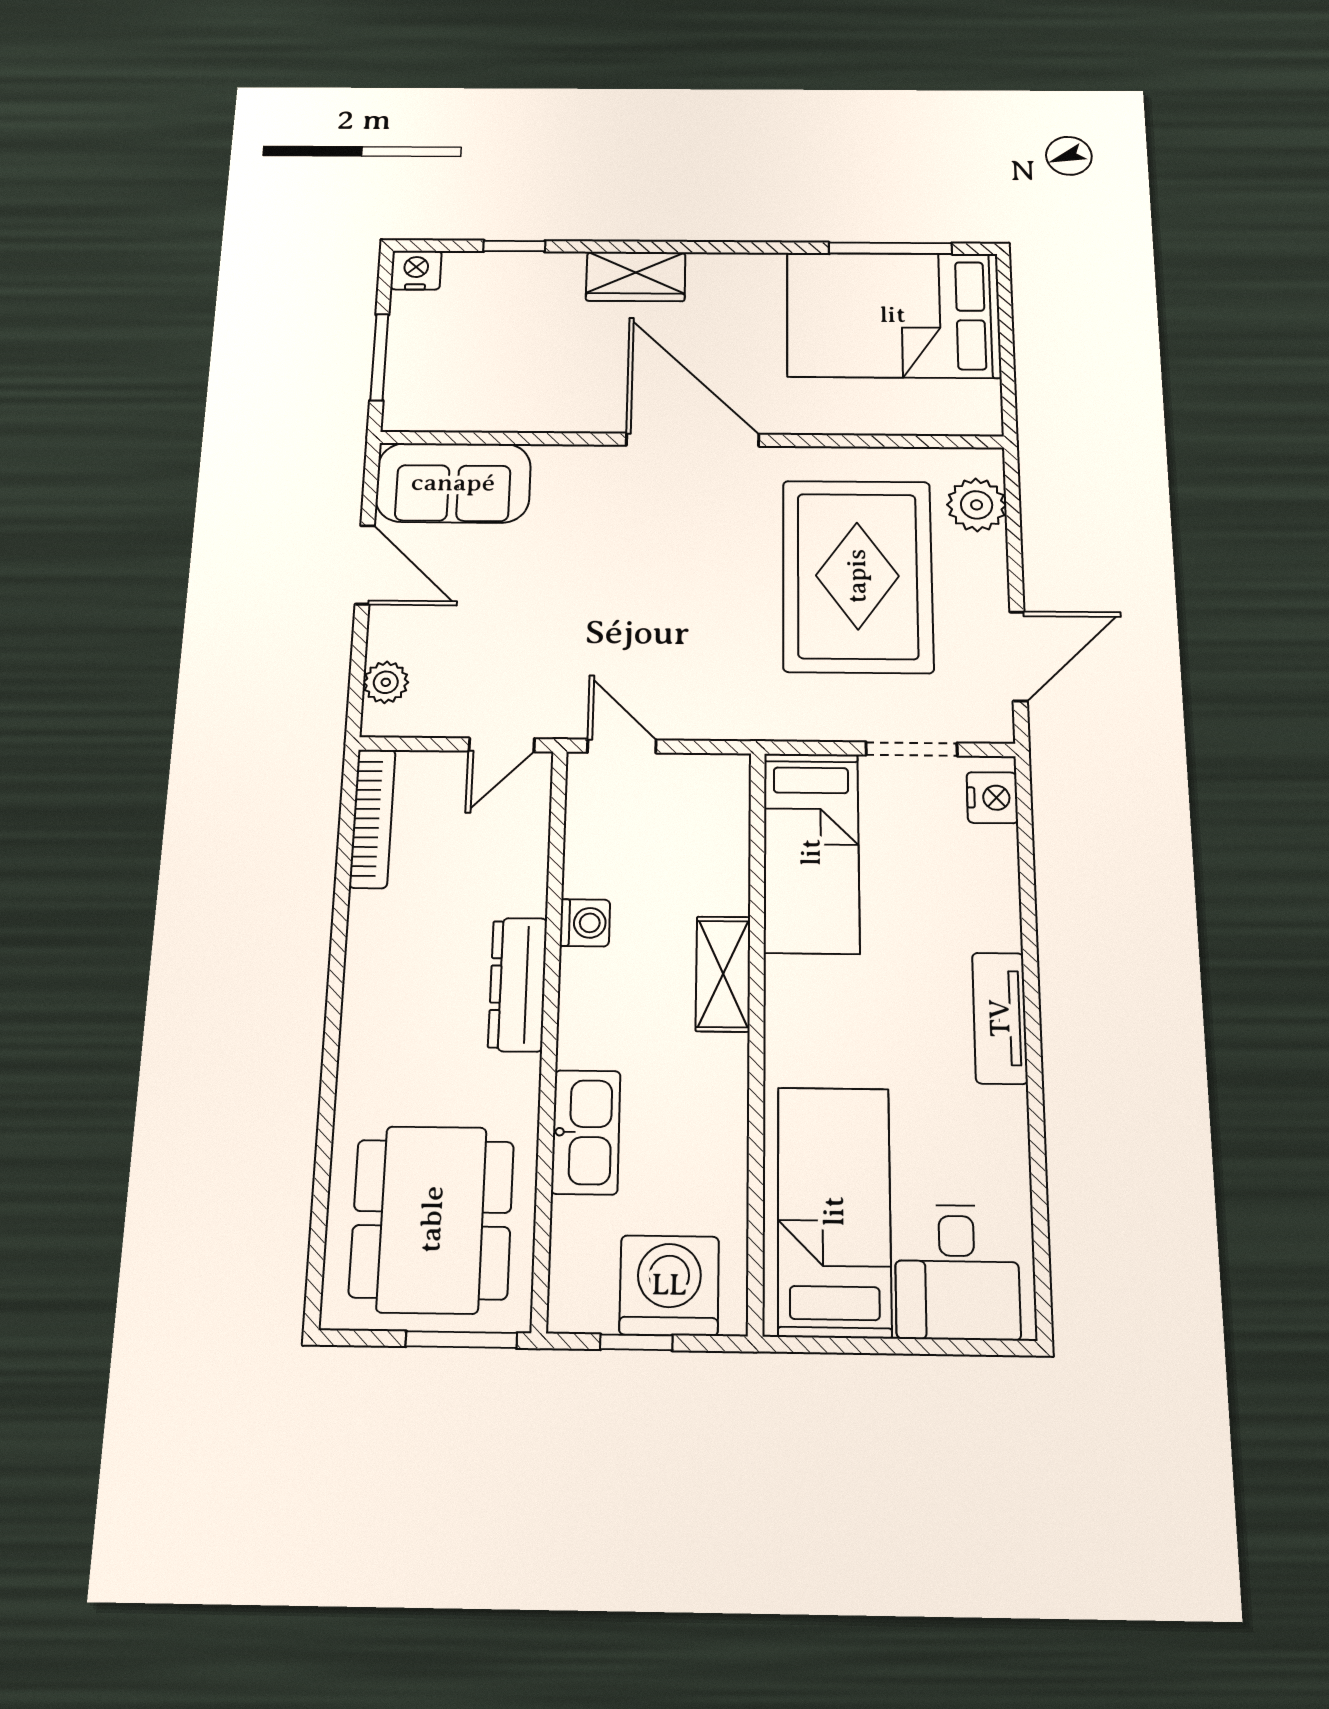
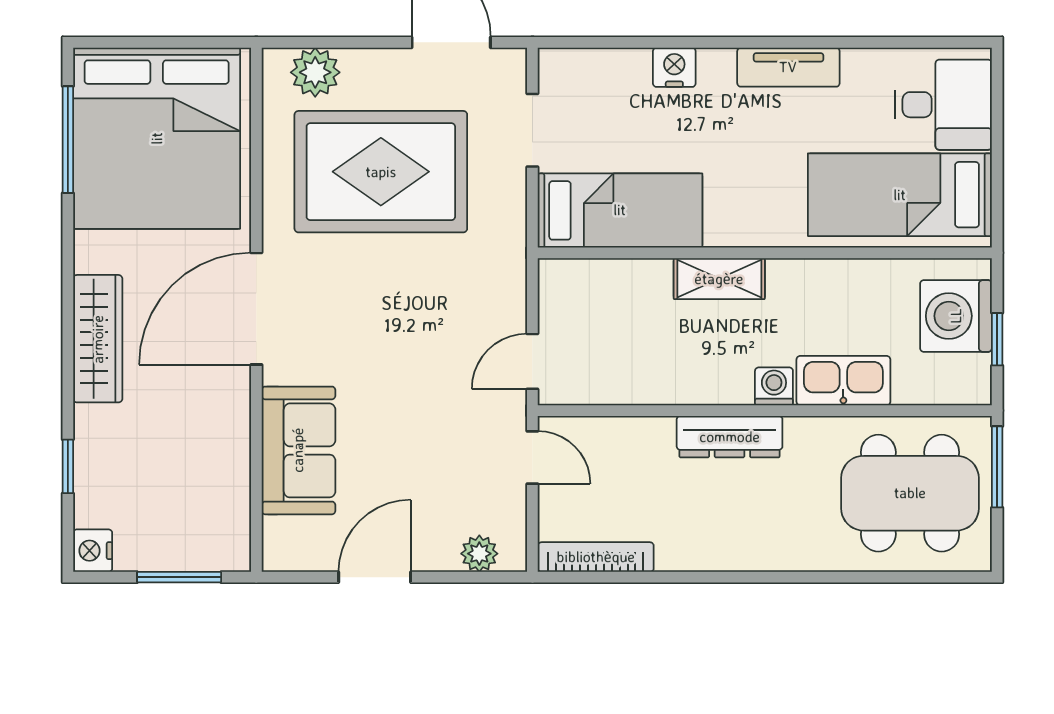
wardrobe: (636, 276) -> (98, 339), width x1.50
bed: (893, 315) -> (157, 138), width x1.36
sofa: (453, 483) -> (298, 450), moved
nightstand: (992, 798) -> (674, 67), moved
washing machine: (585, 923) -> (774, 386), moved
tv unit: (1000, 1018) -> (788, 67), moved

